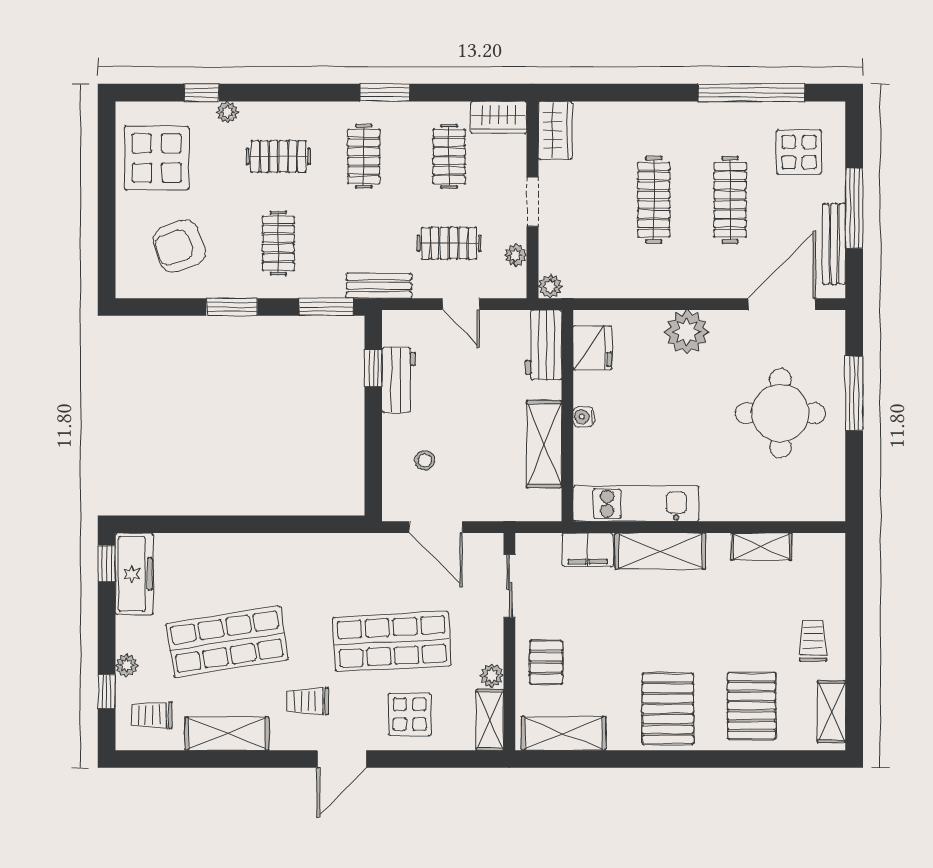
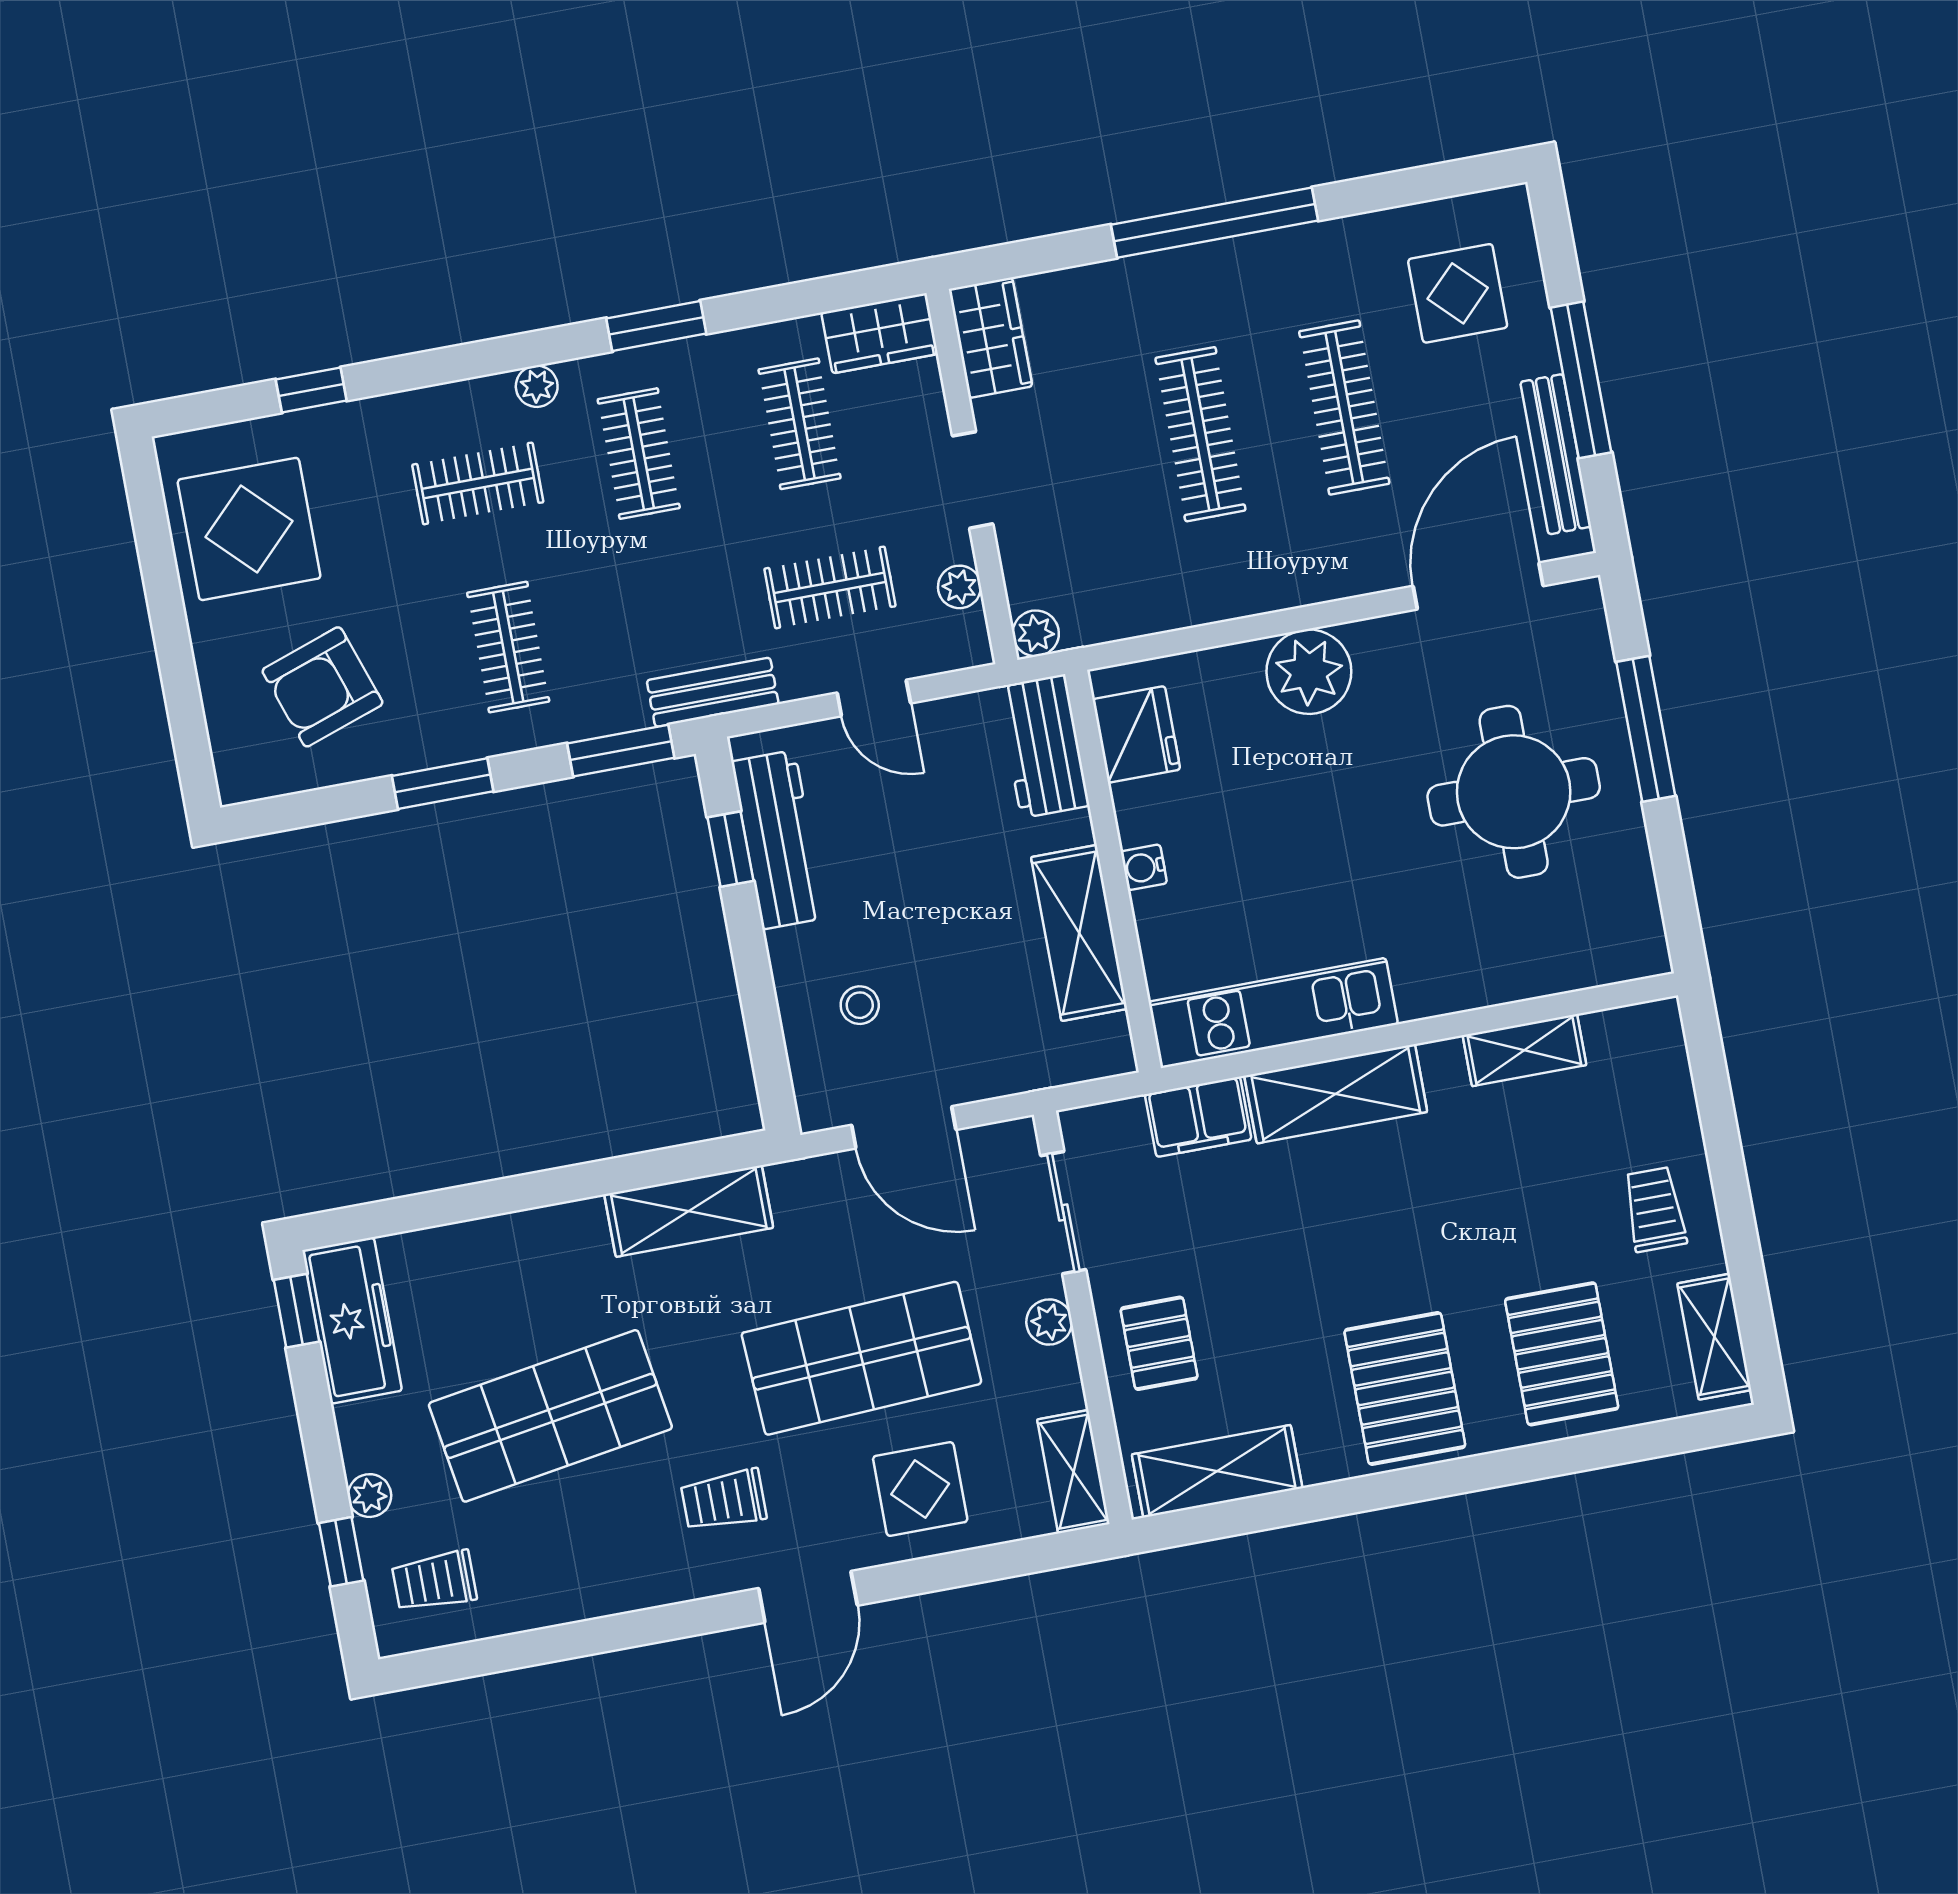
window: (751, 93) -> (1215, 223), moved
plant: (227, 112) -> (537, 386), moved
workbench: (399, 380) -> (778, 840), width x1.38
plant: (492, 675) -> (1049, 1322), moved
shelving: (227, 734) -> (689, 1211), moved

